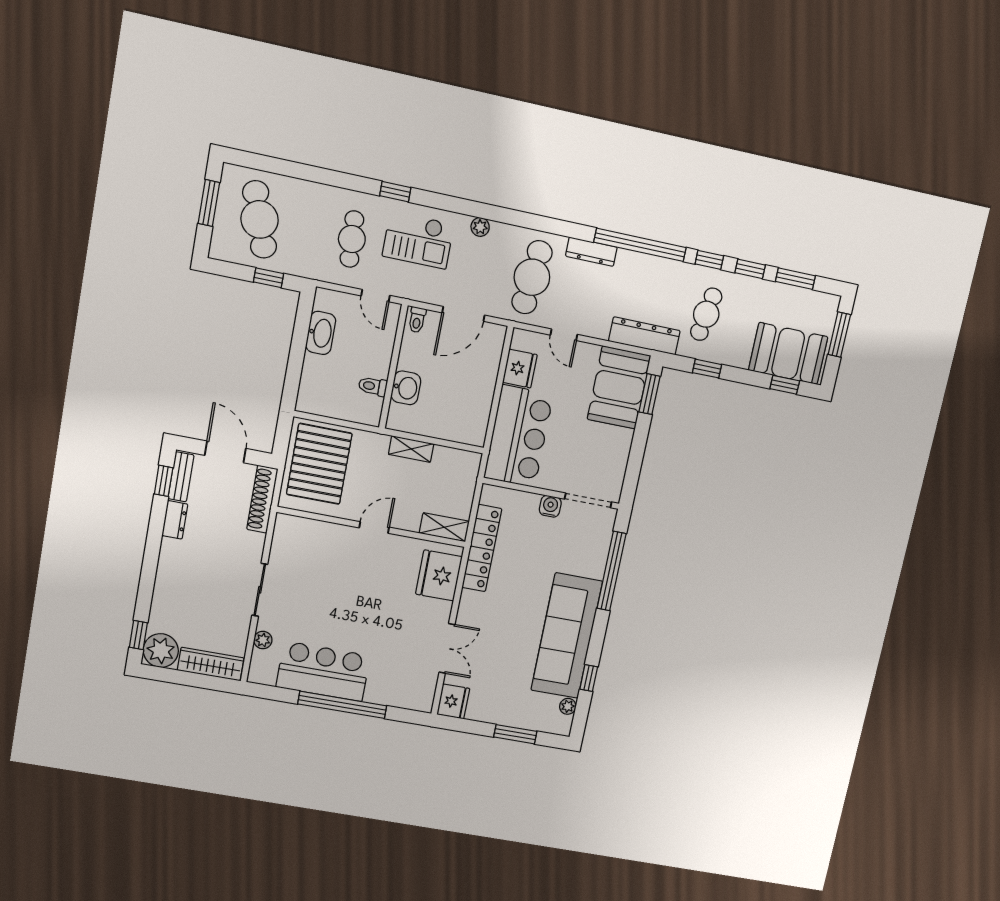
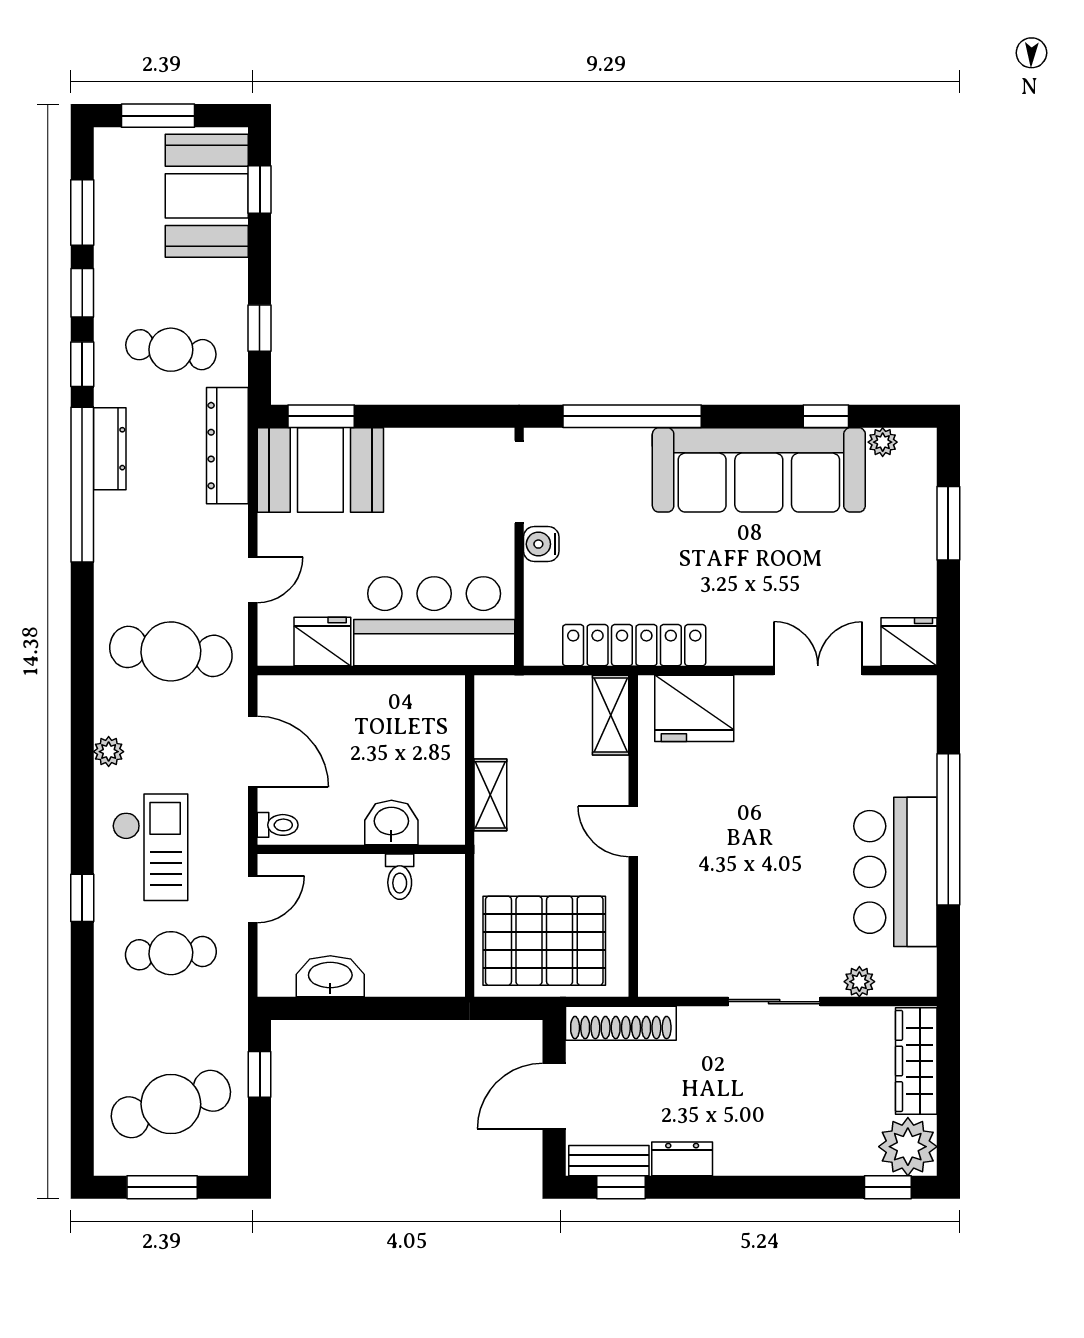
dresser: (591, 252) -> (110, 449), moved

